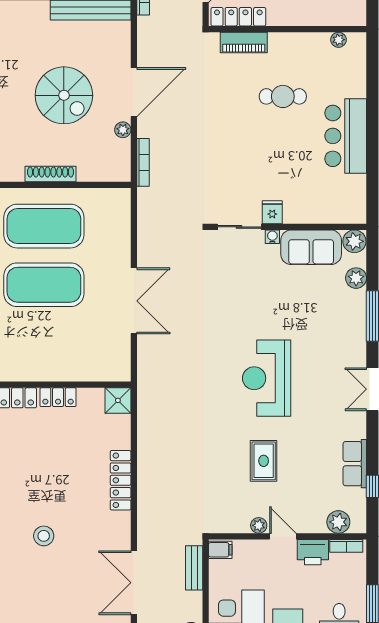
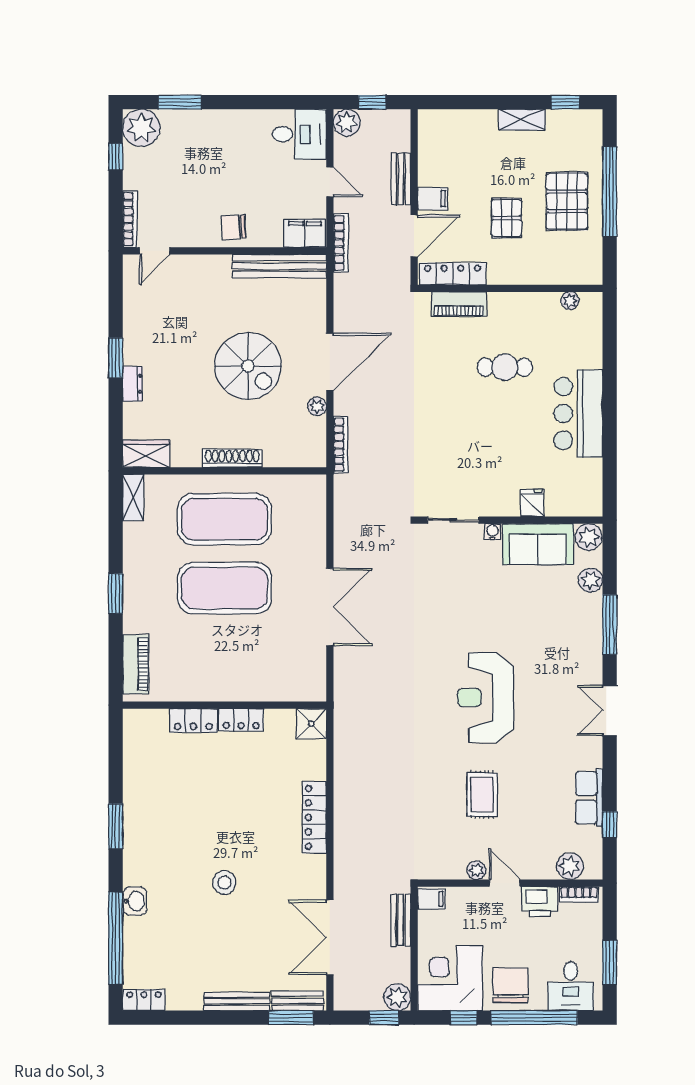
fridge: (272, 212) -> (532, 503), moved

